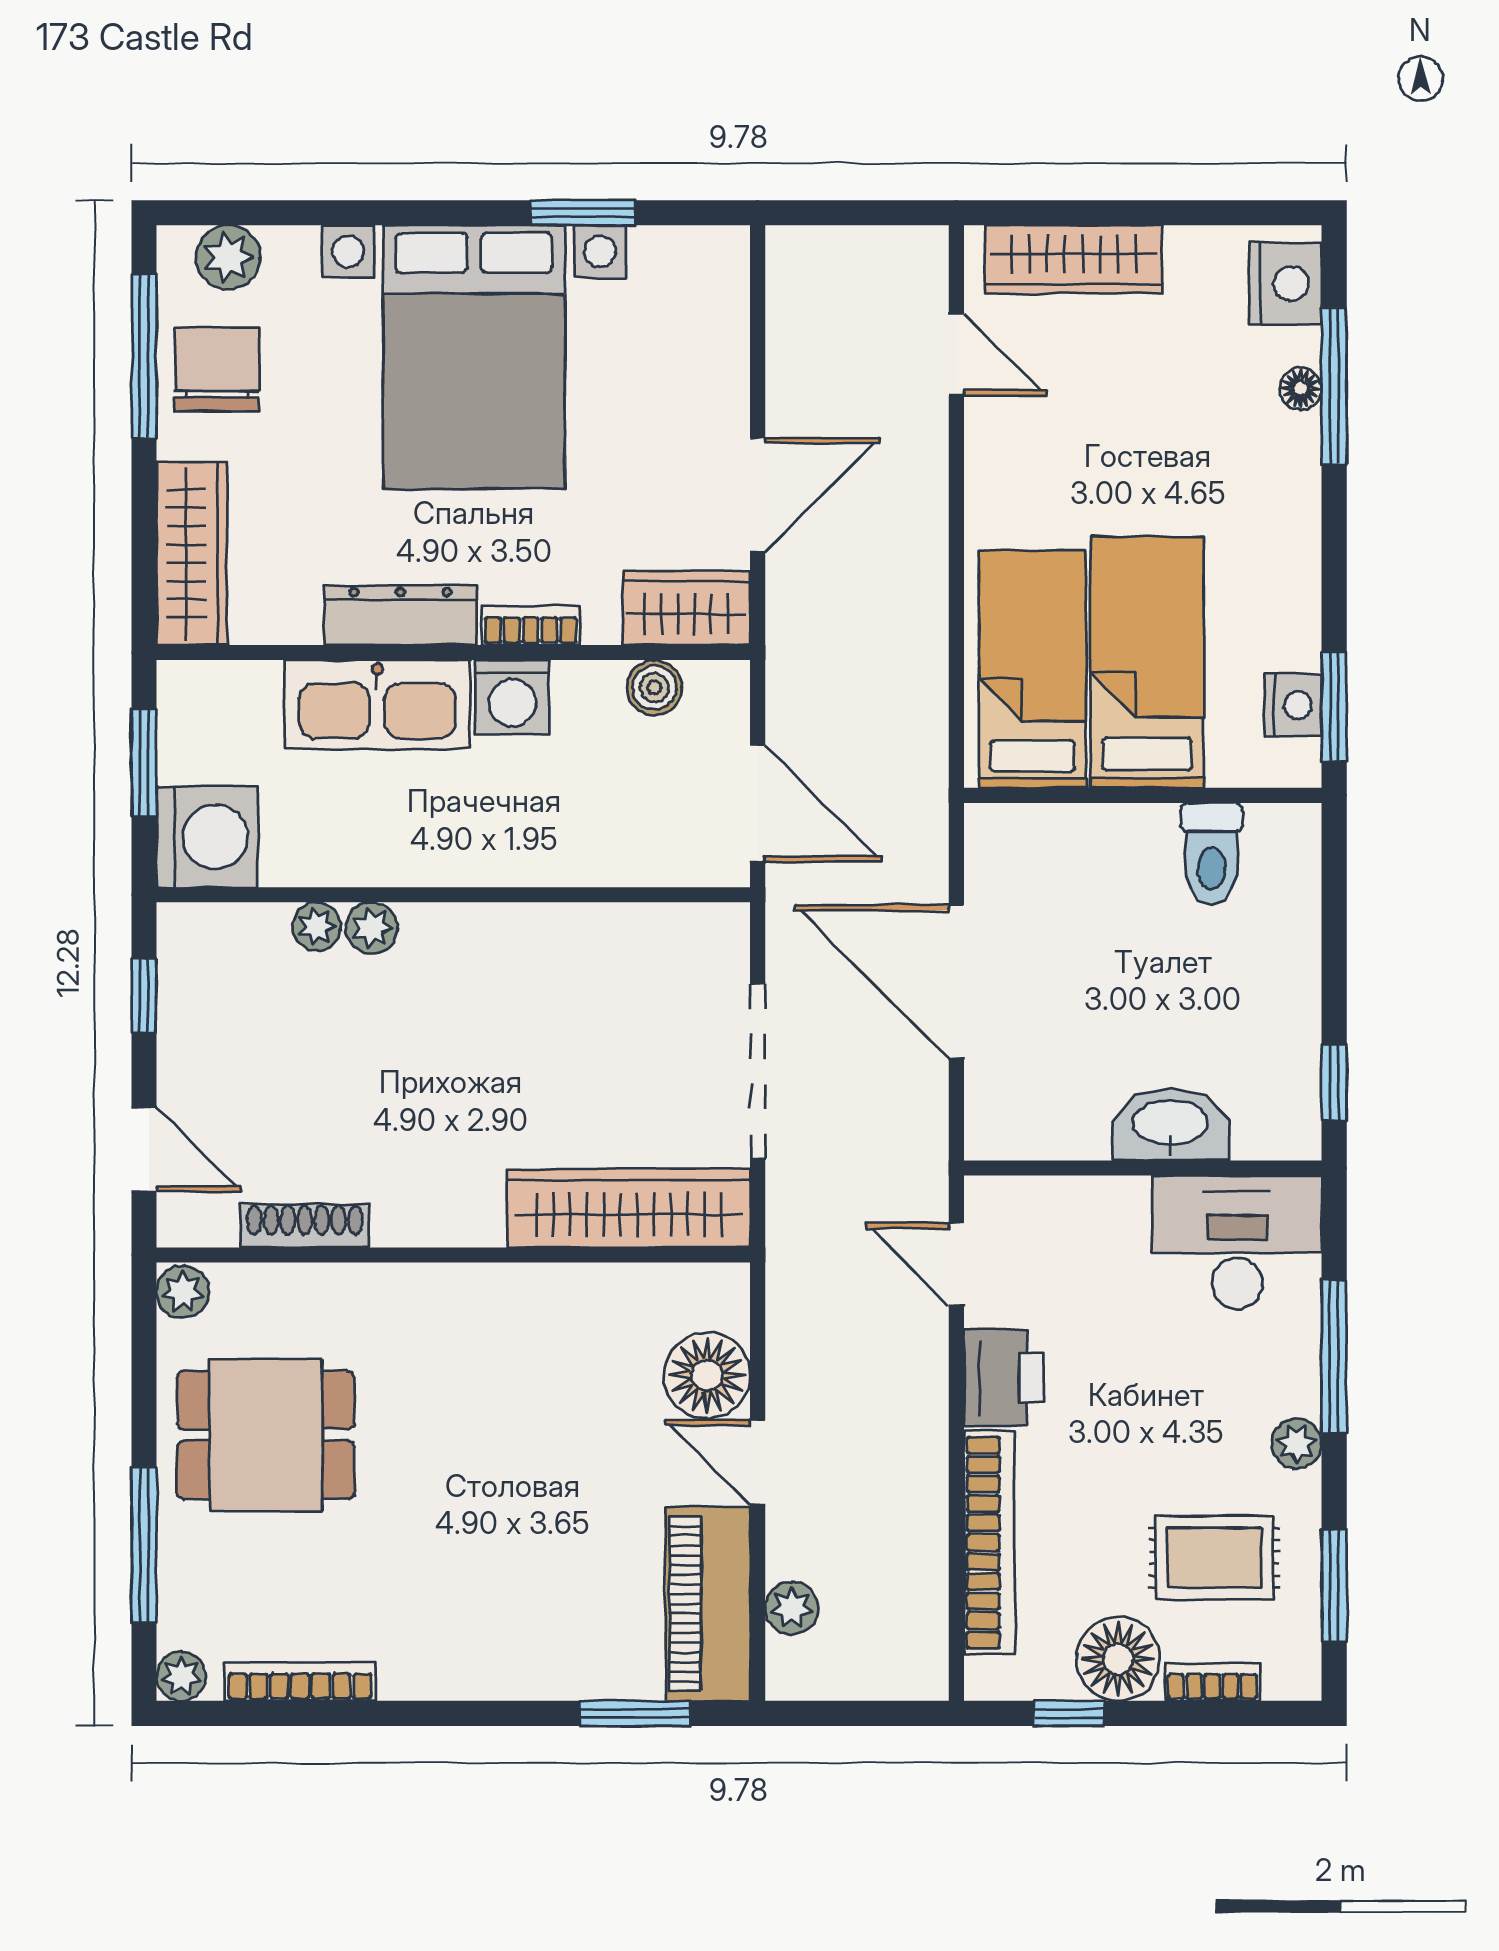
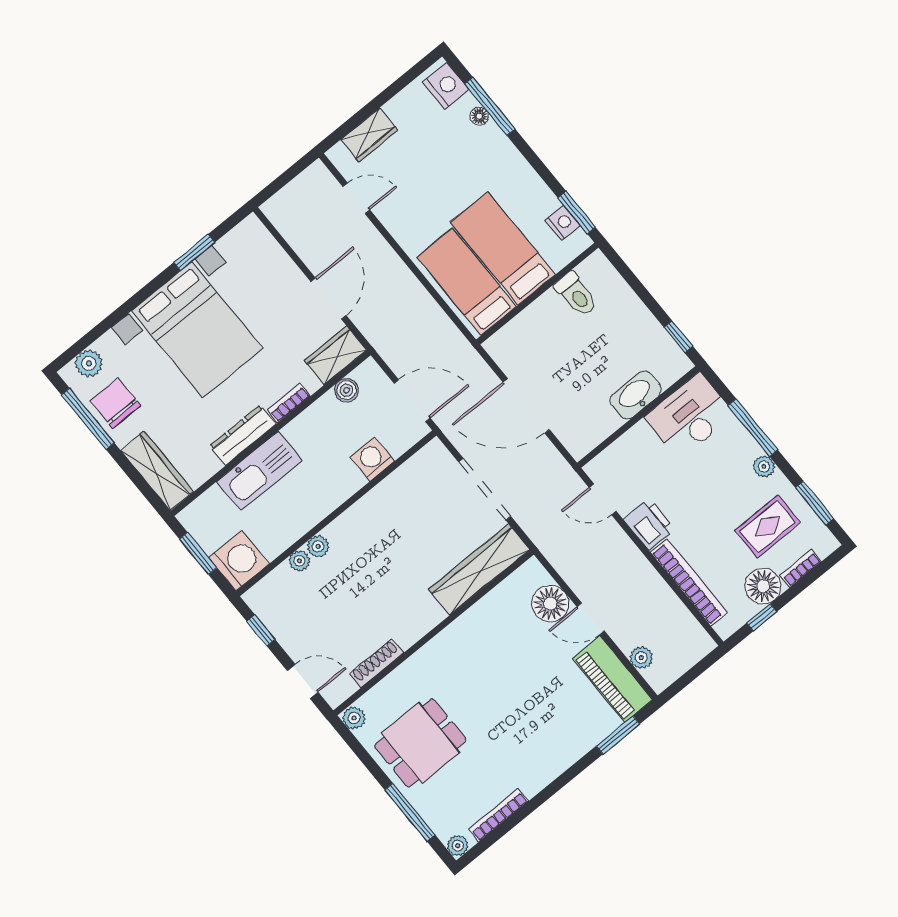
wardrobe: (1074, 259) -> (369, 135), width x0.67
washing machine: (512, 697) -> (372, 459), moved, turned 180

